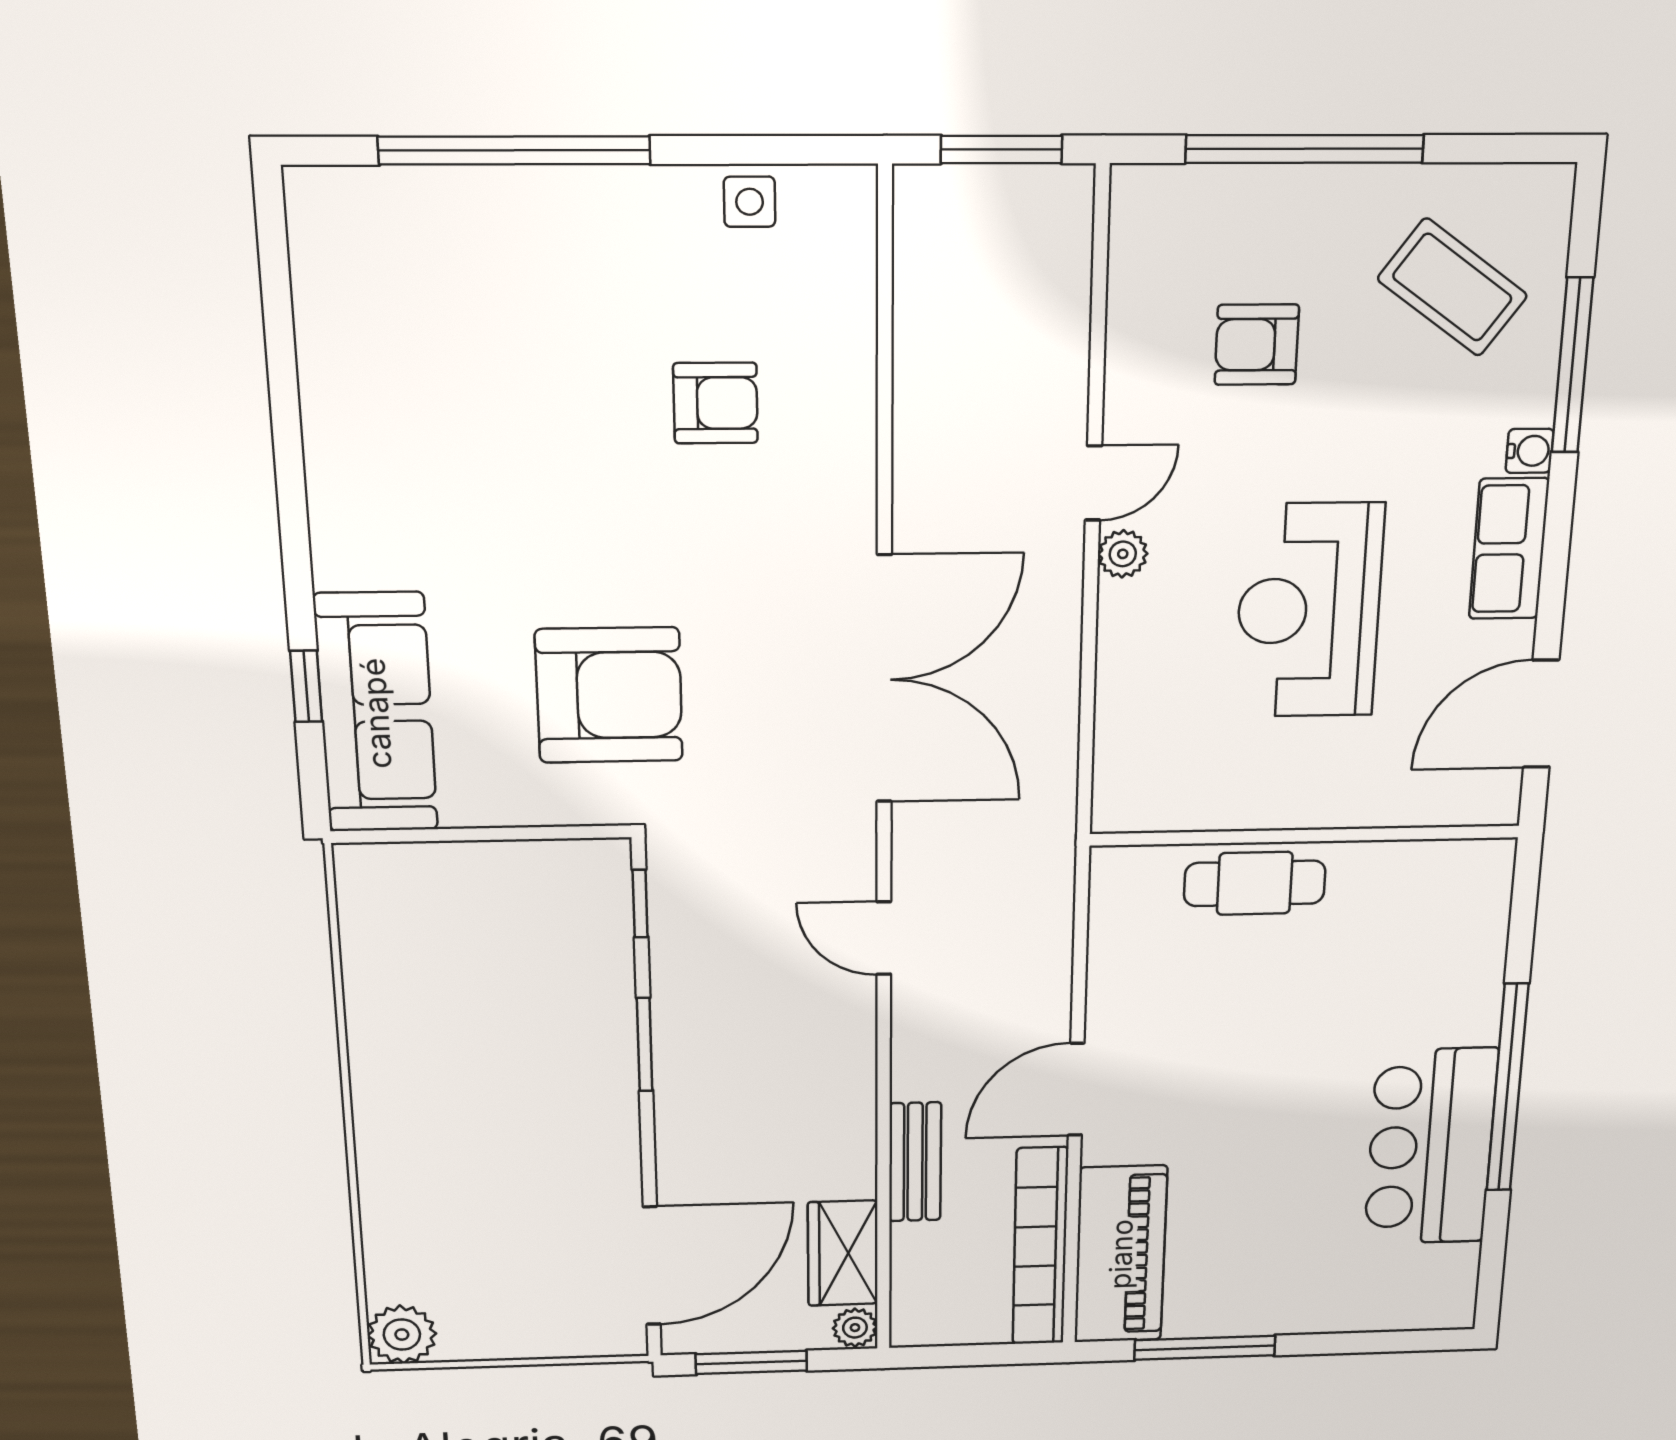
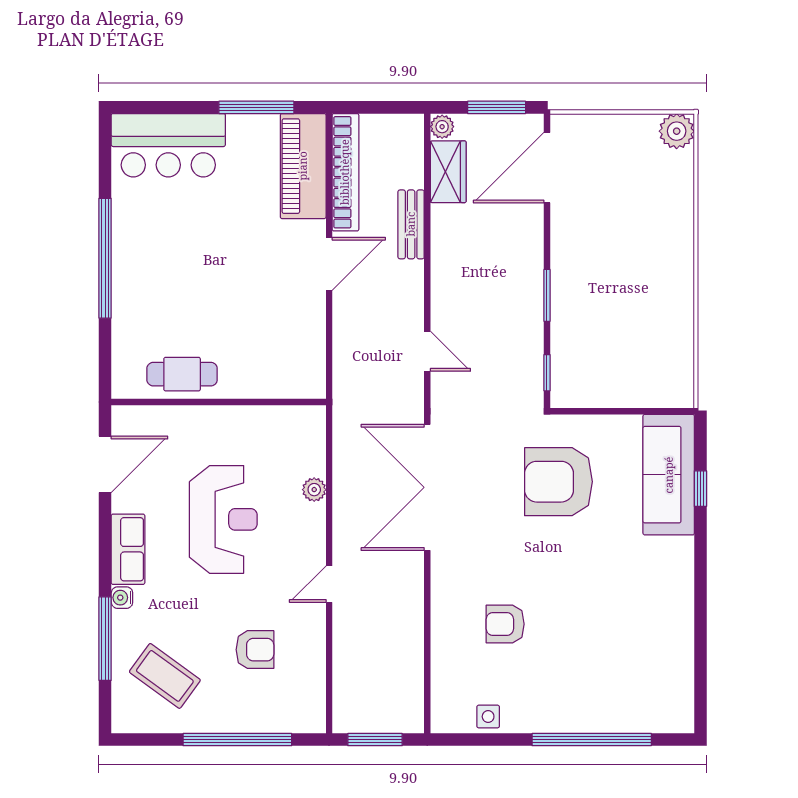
plant: (1123, 554) -> (314, 490), moved
cafe table: (1255, 883) -> (182, 374), moved
bar counter: (1431, 1147) -> (168, 145), moved, turned 90

